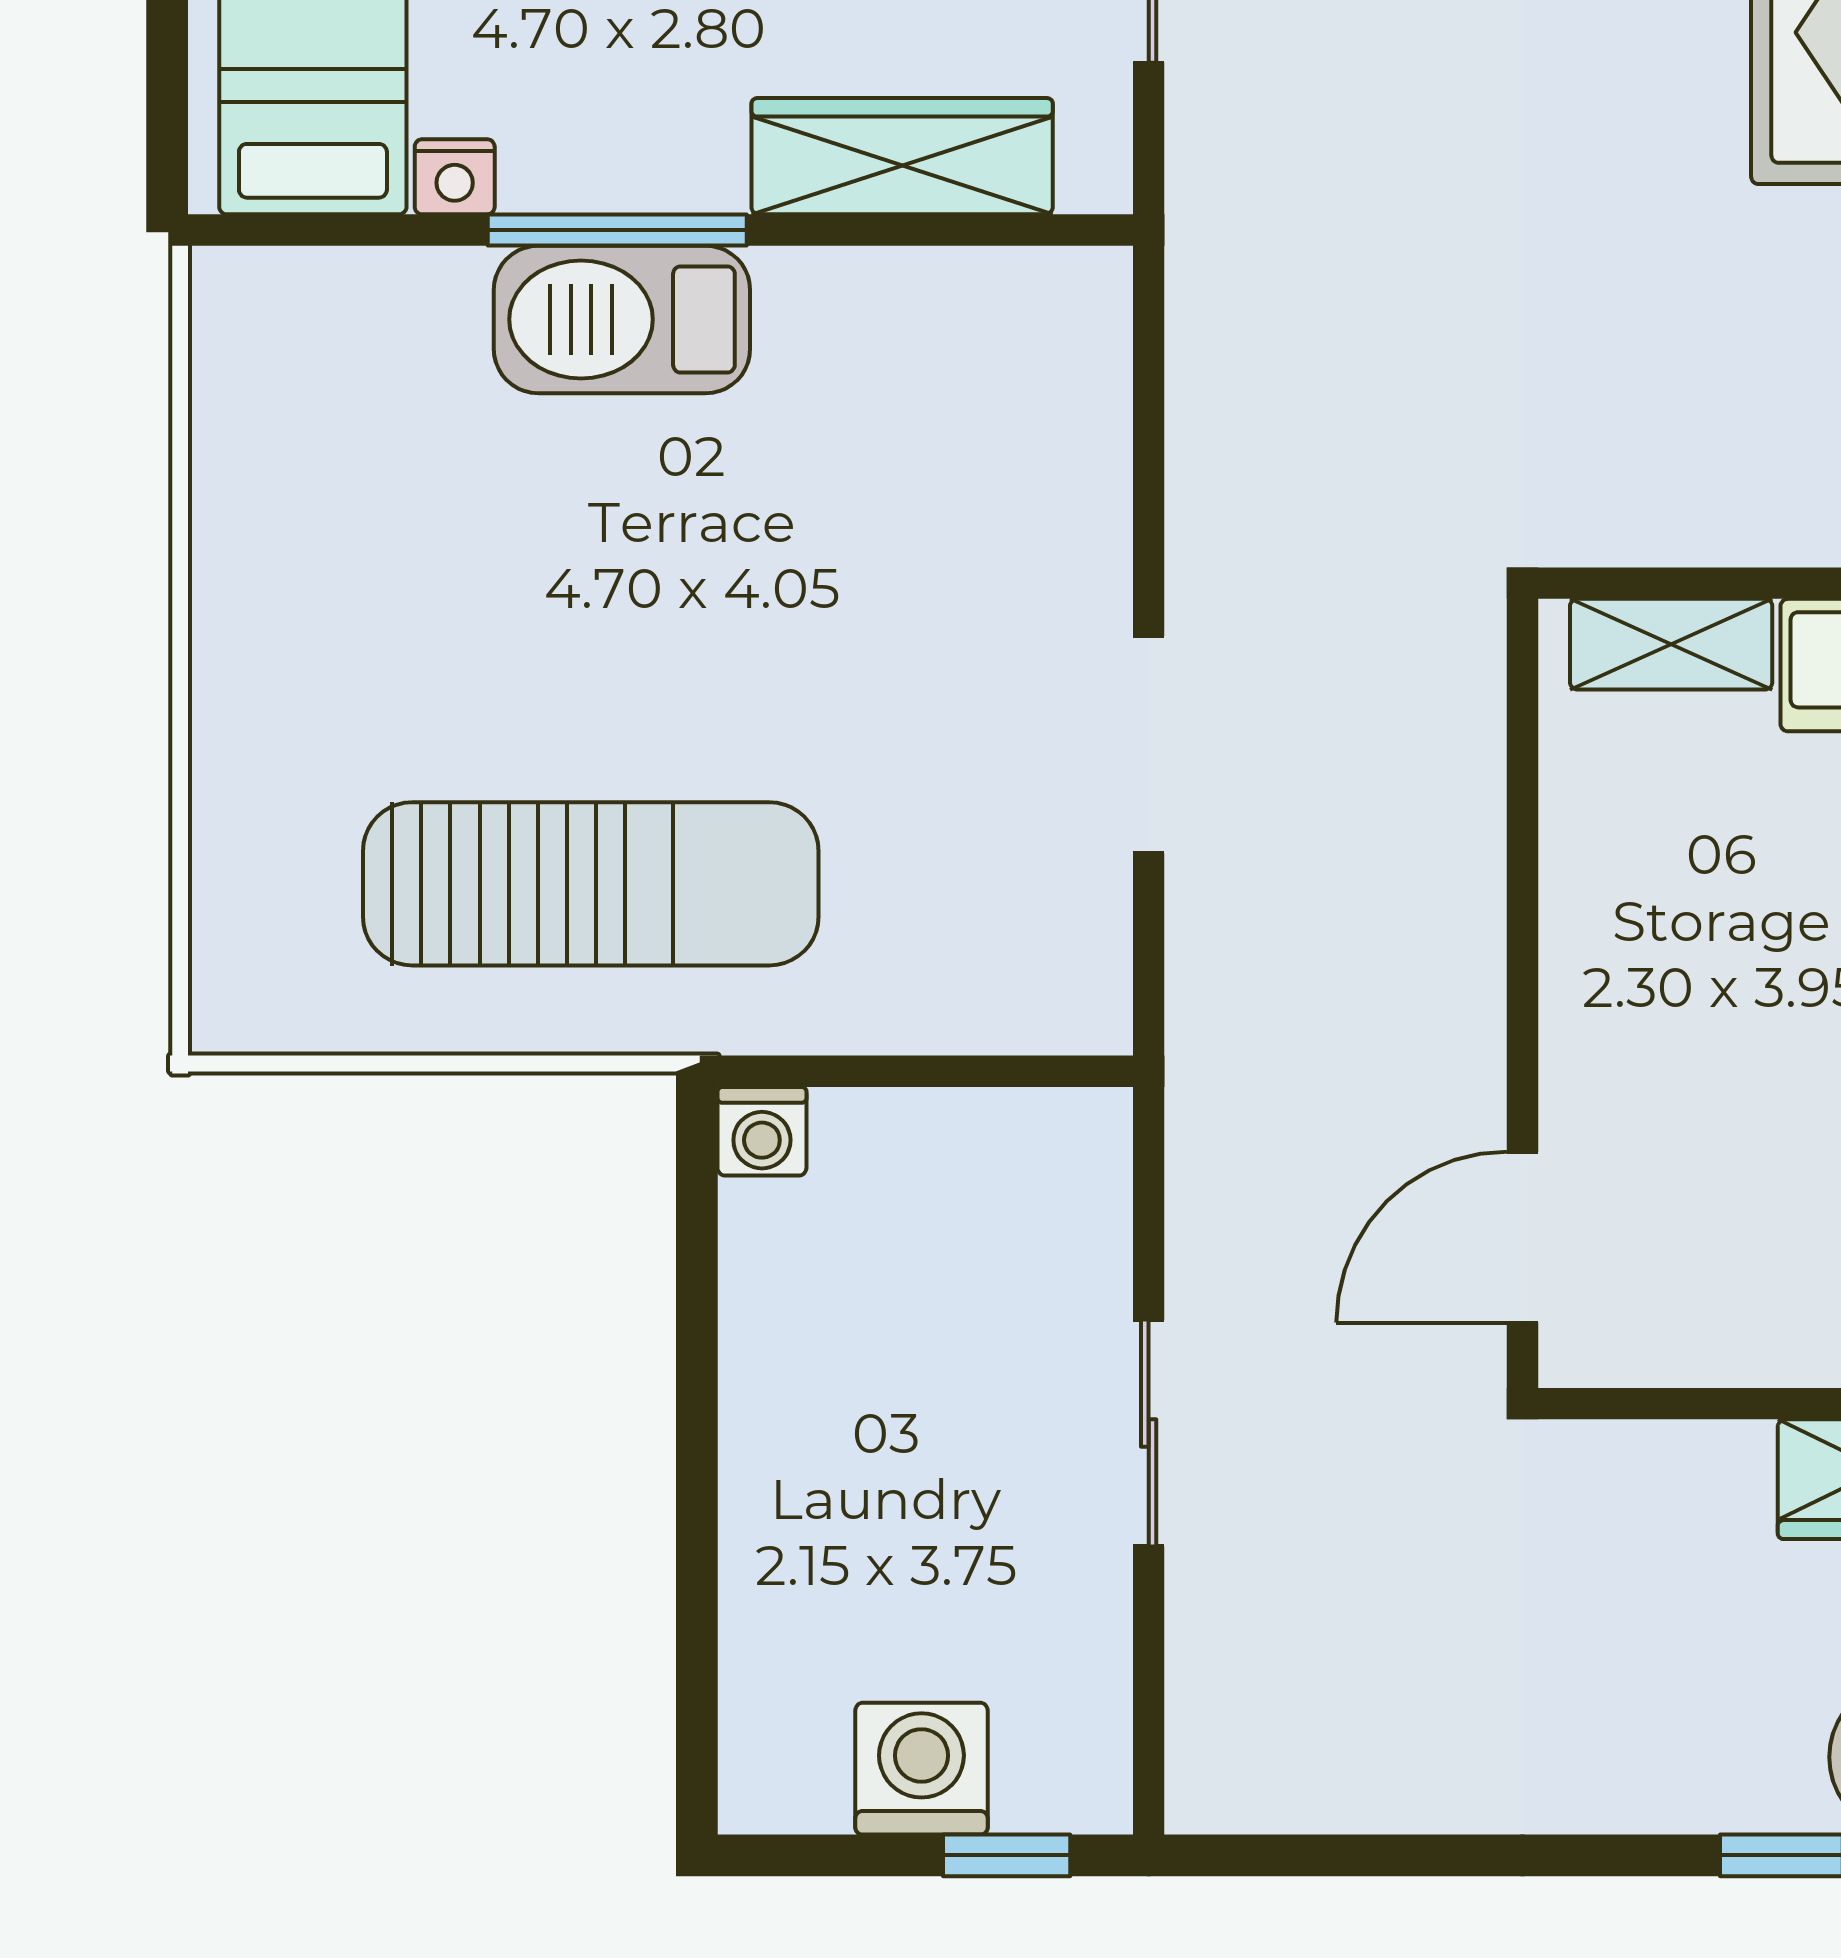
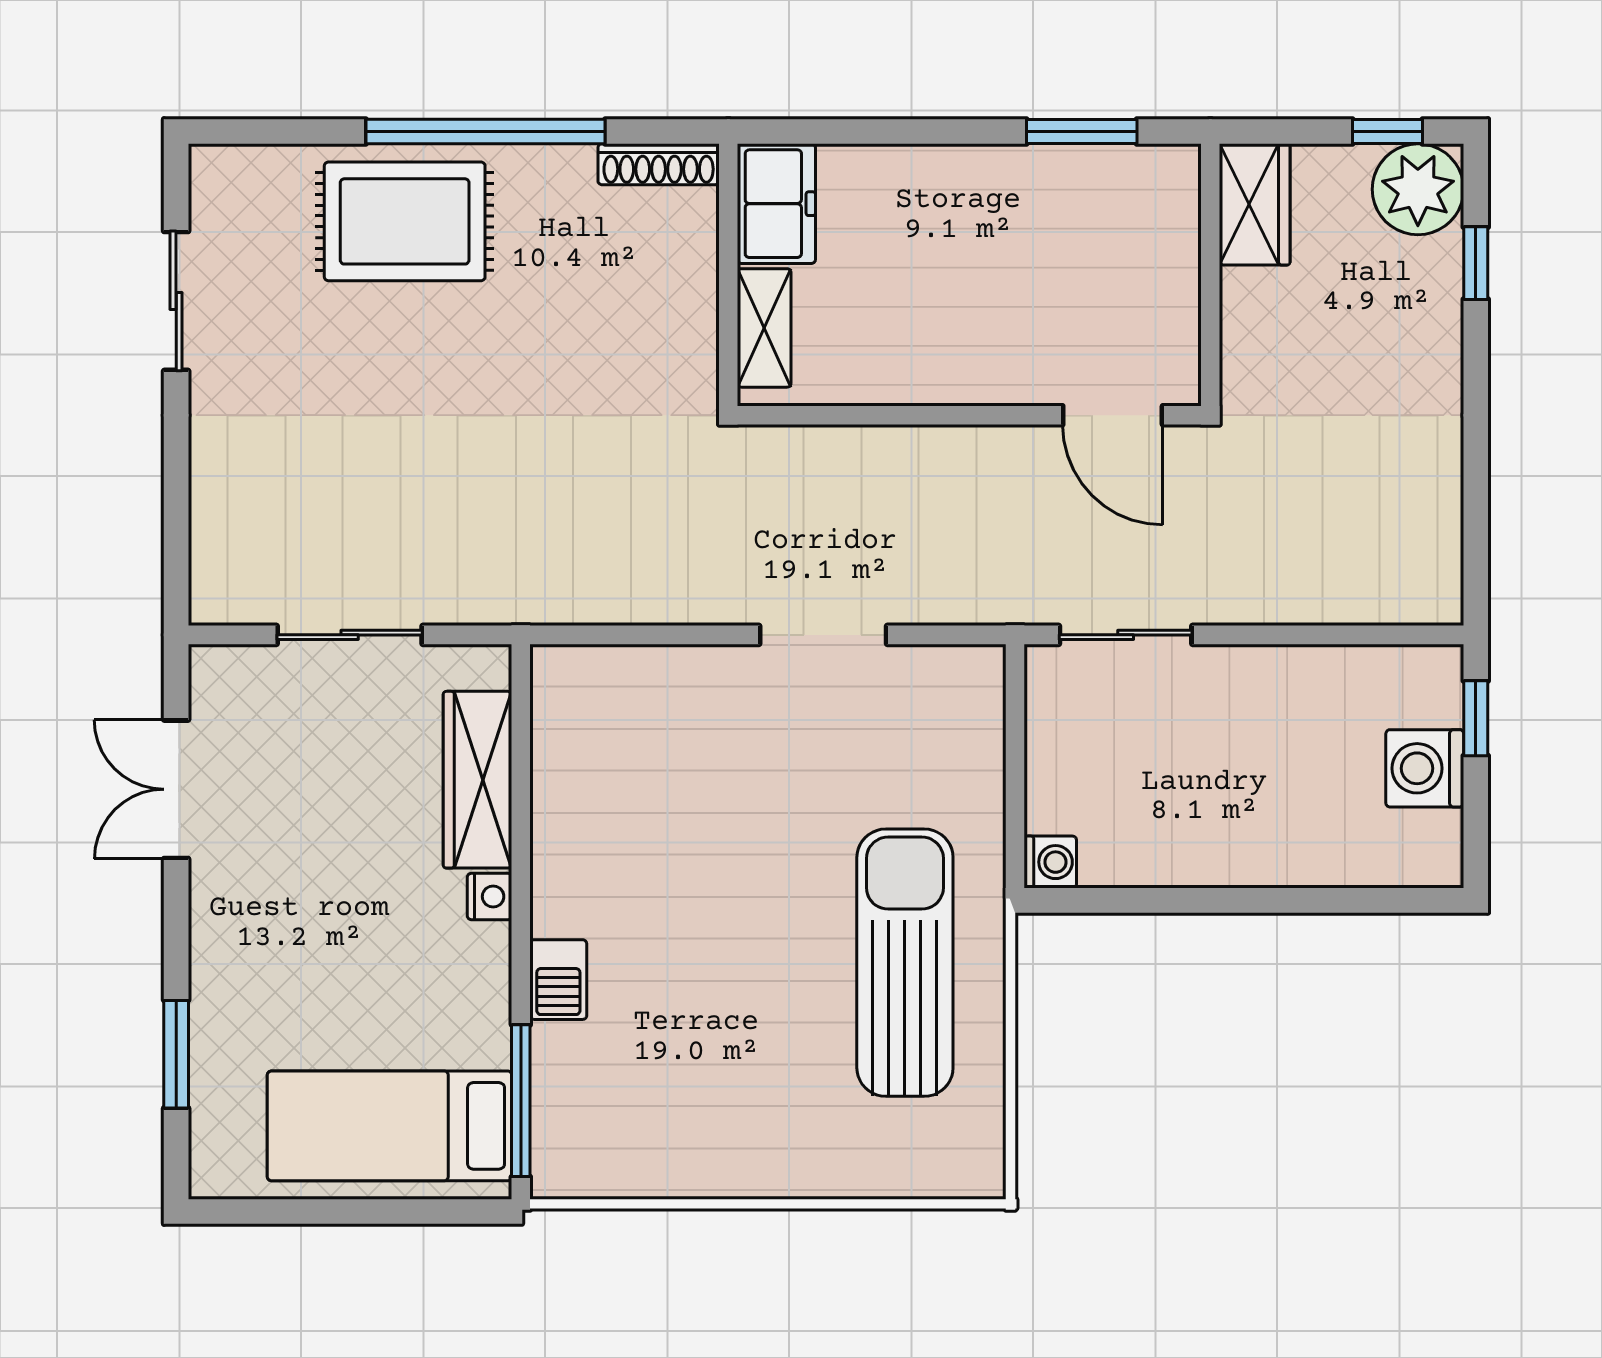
nightstand: (455, 177) -> (490, 897), moved
window: (617, 230) -> (521, 1101), moved
barbecue: (622, 319) -> (558, 980), width x0.53, depth x0.65
sliding door: (1149, 1433) -> (1126, 635), moved

